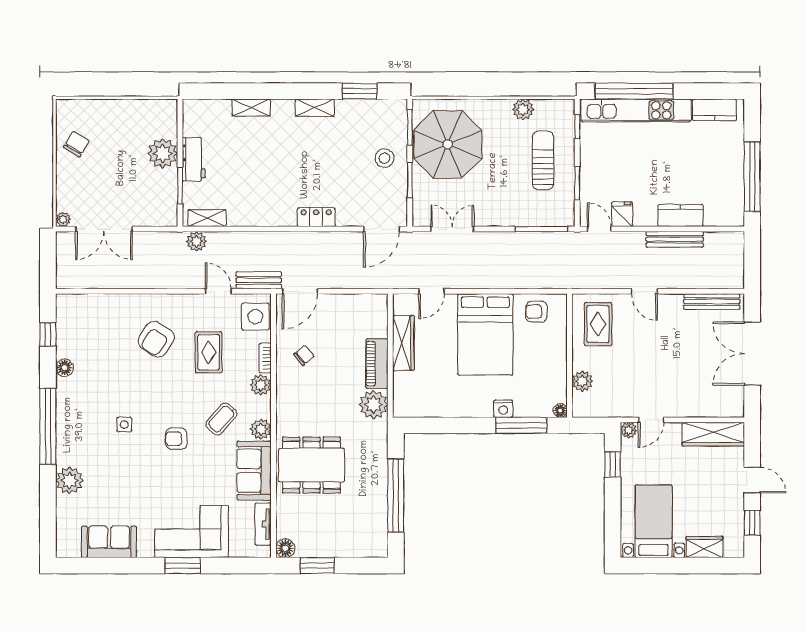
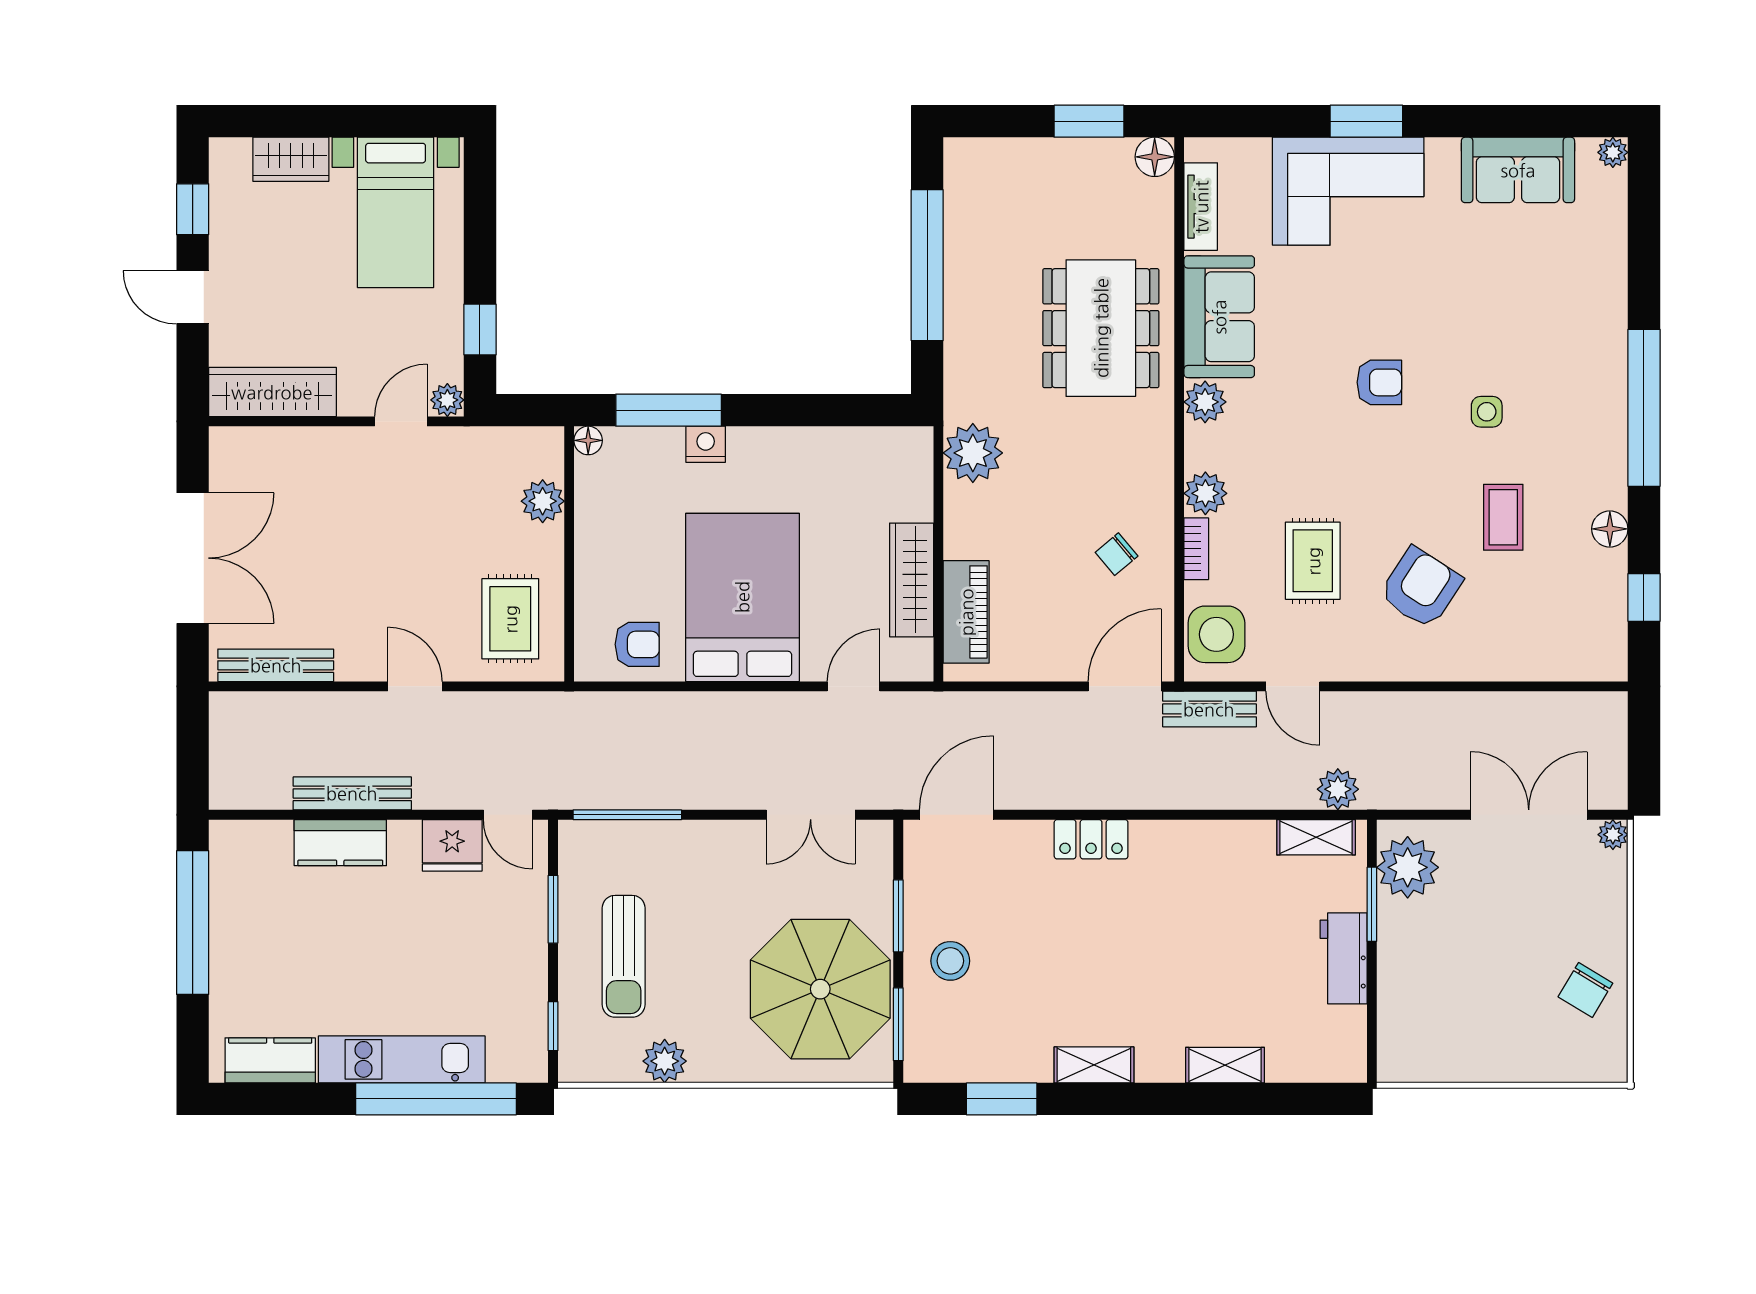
kitchen unit: (636, 110) -> (402, 1059), width x0.73
plant: (163, 153) -> (1408, 867), moved
fridge: (622, 214) -> (452, 845), width x1.38
piano: (377, 364) -> (966, 612), moved
coffee table: (221, 419) -> (1503, 517), moved, turned -41
dining table: (311, 465) -> (1101, 328), turned 90
plant: (69, 480) -> (1613, 152), moved, width x0.53, depth x0.53

